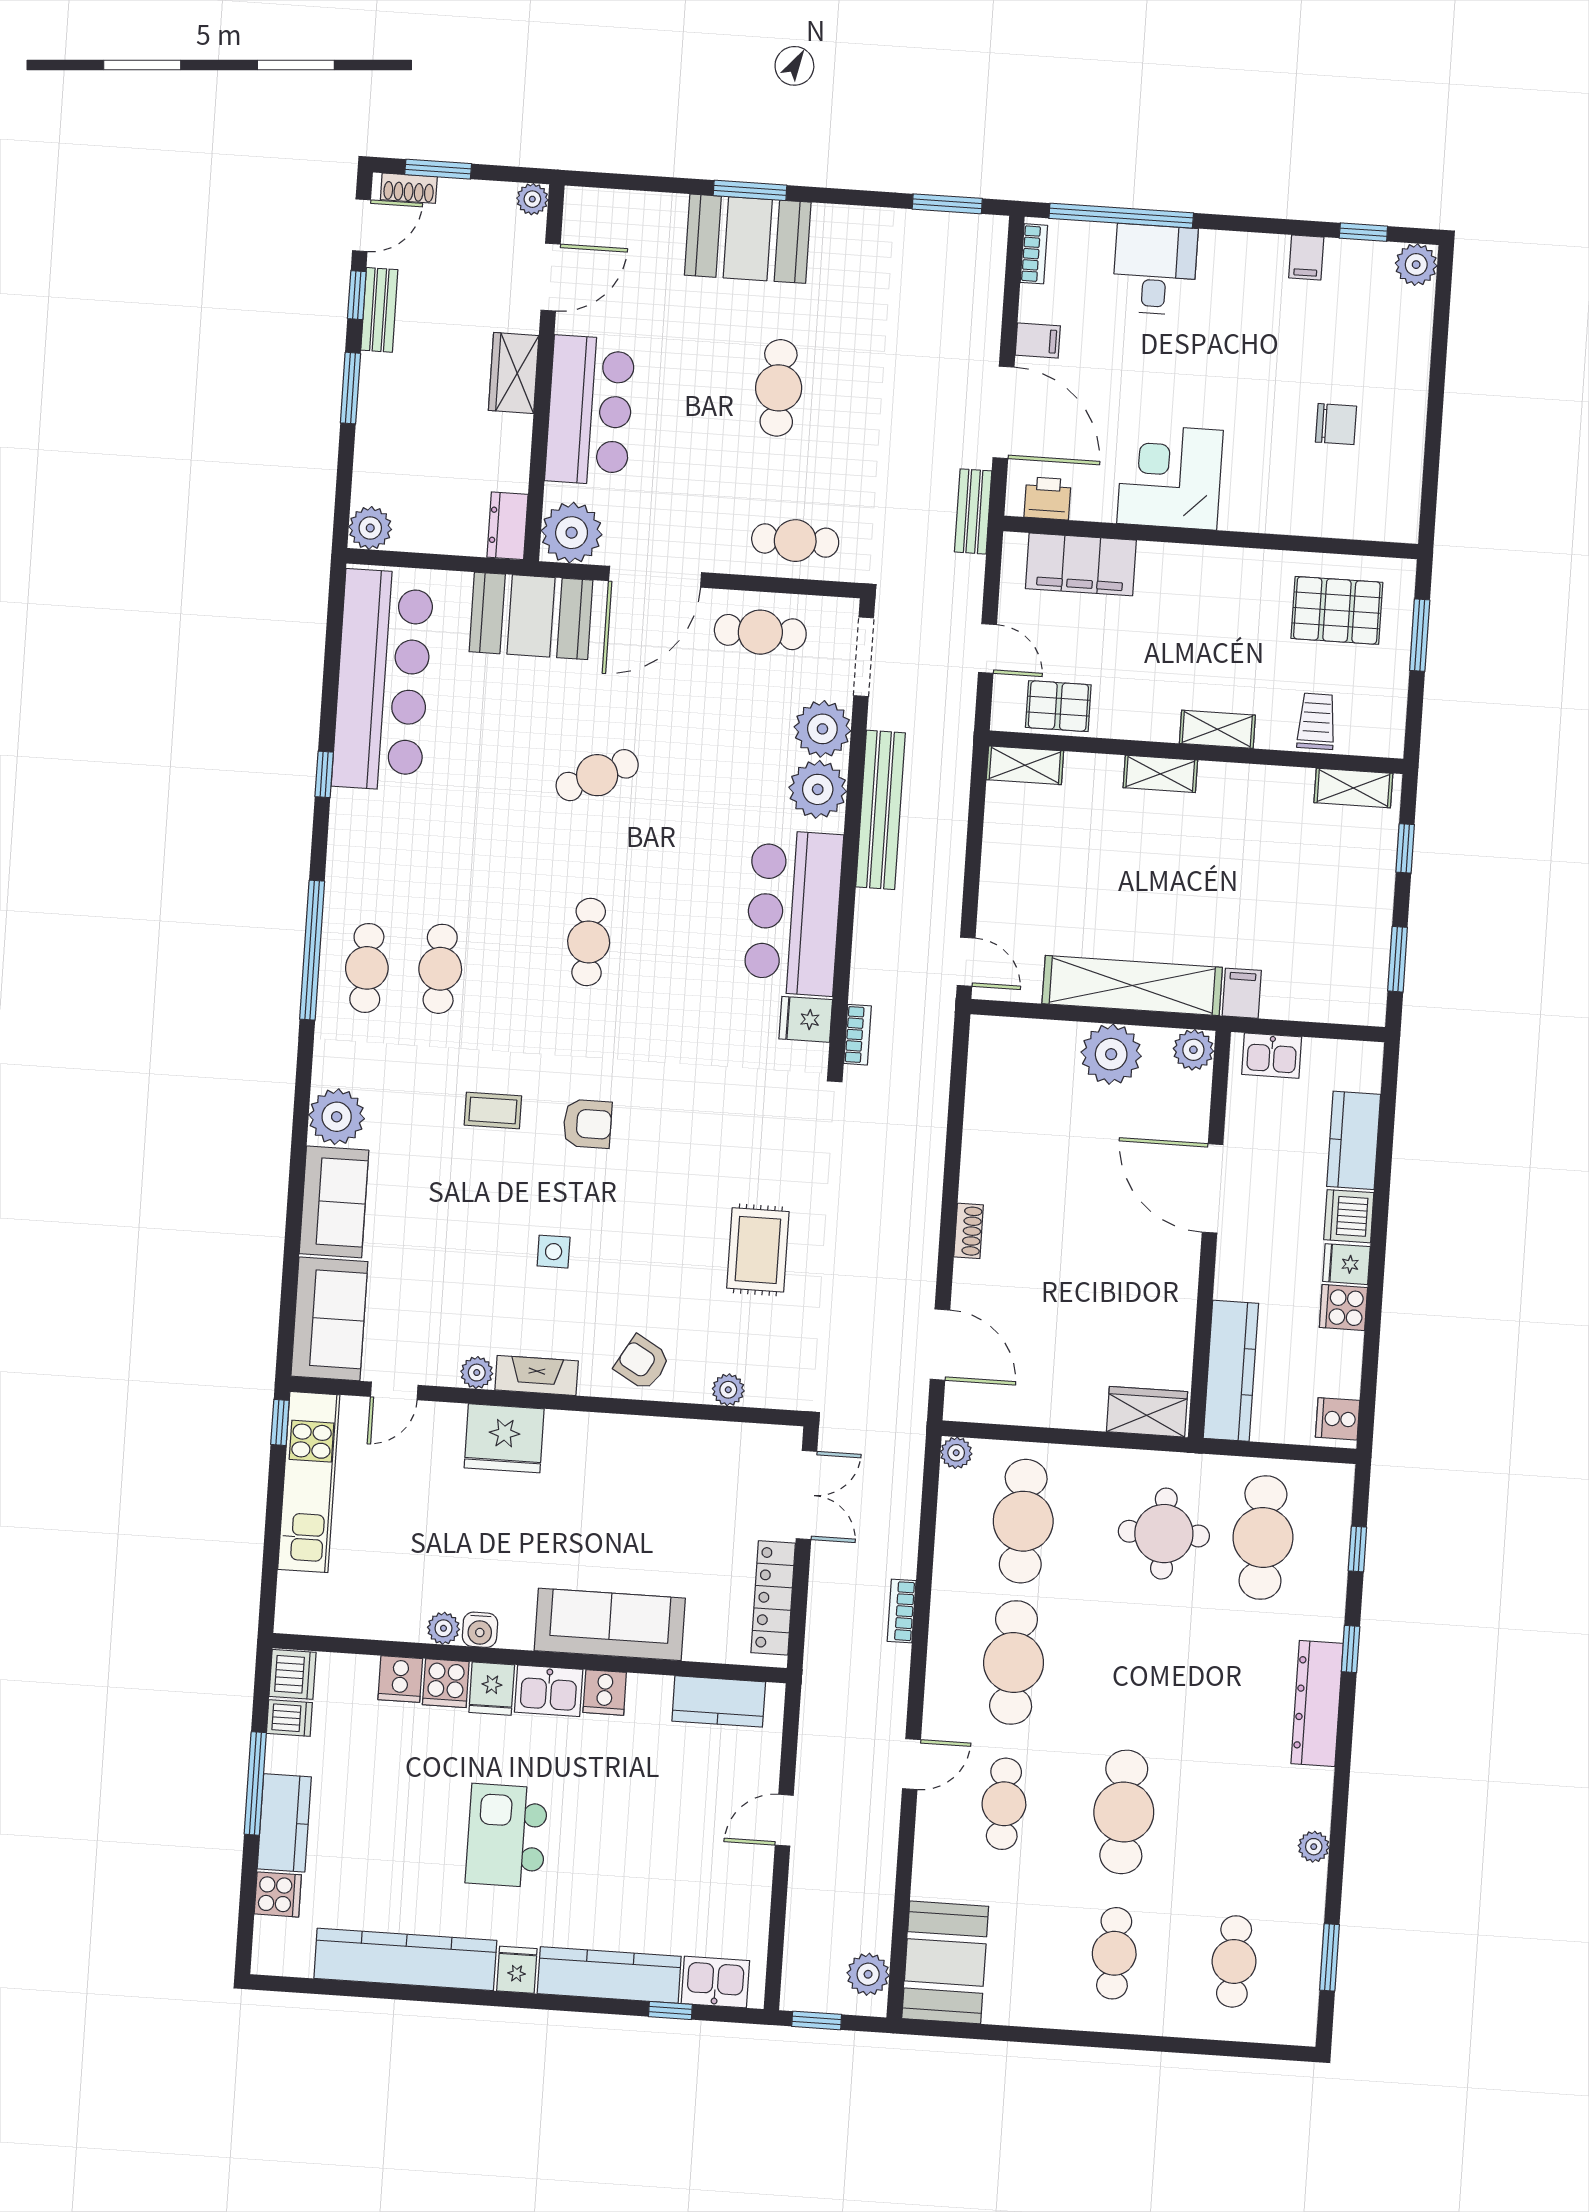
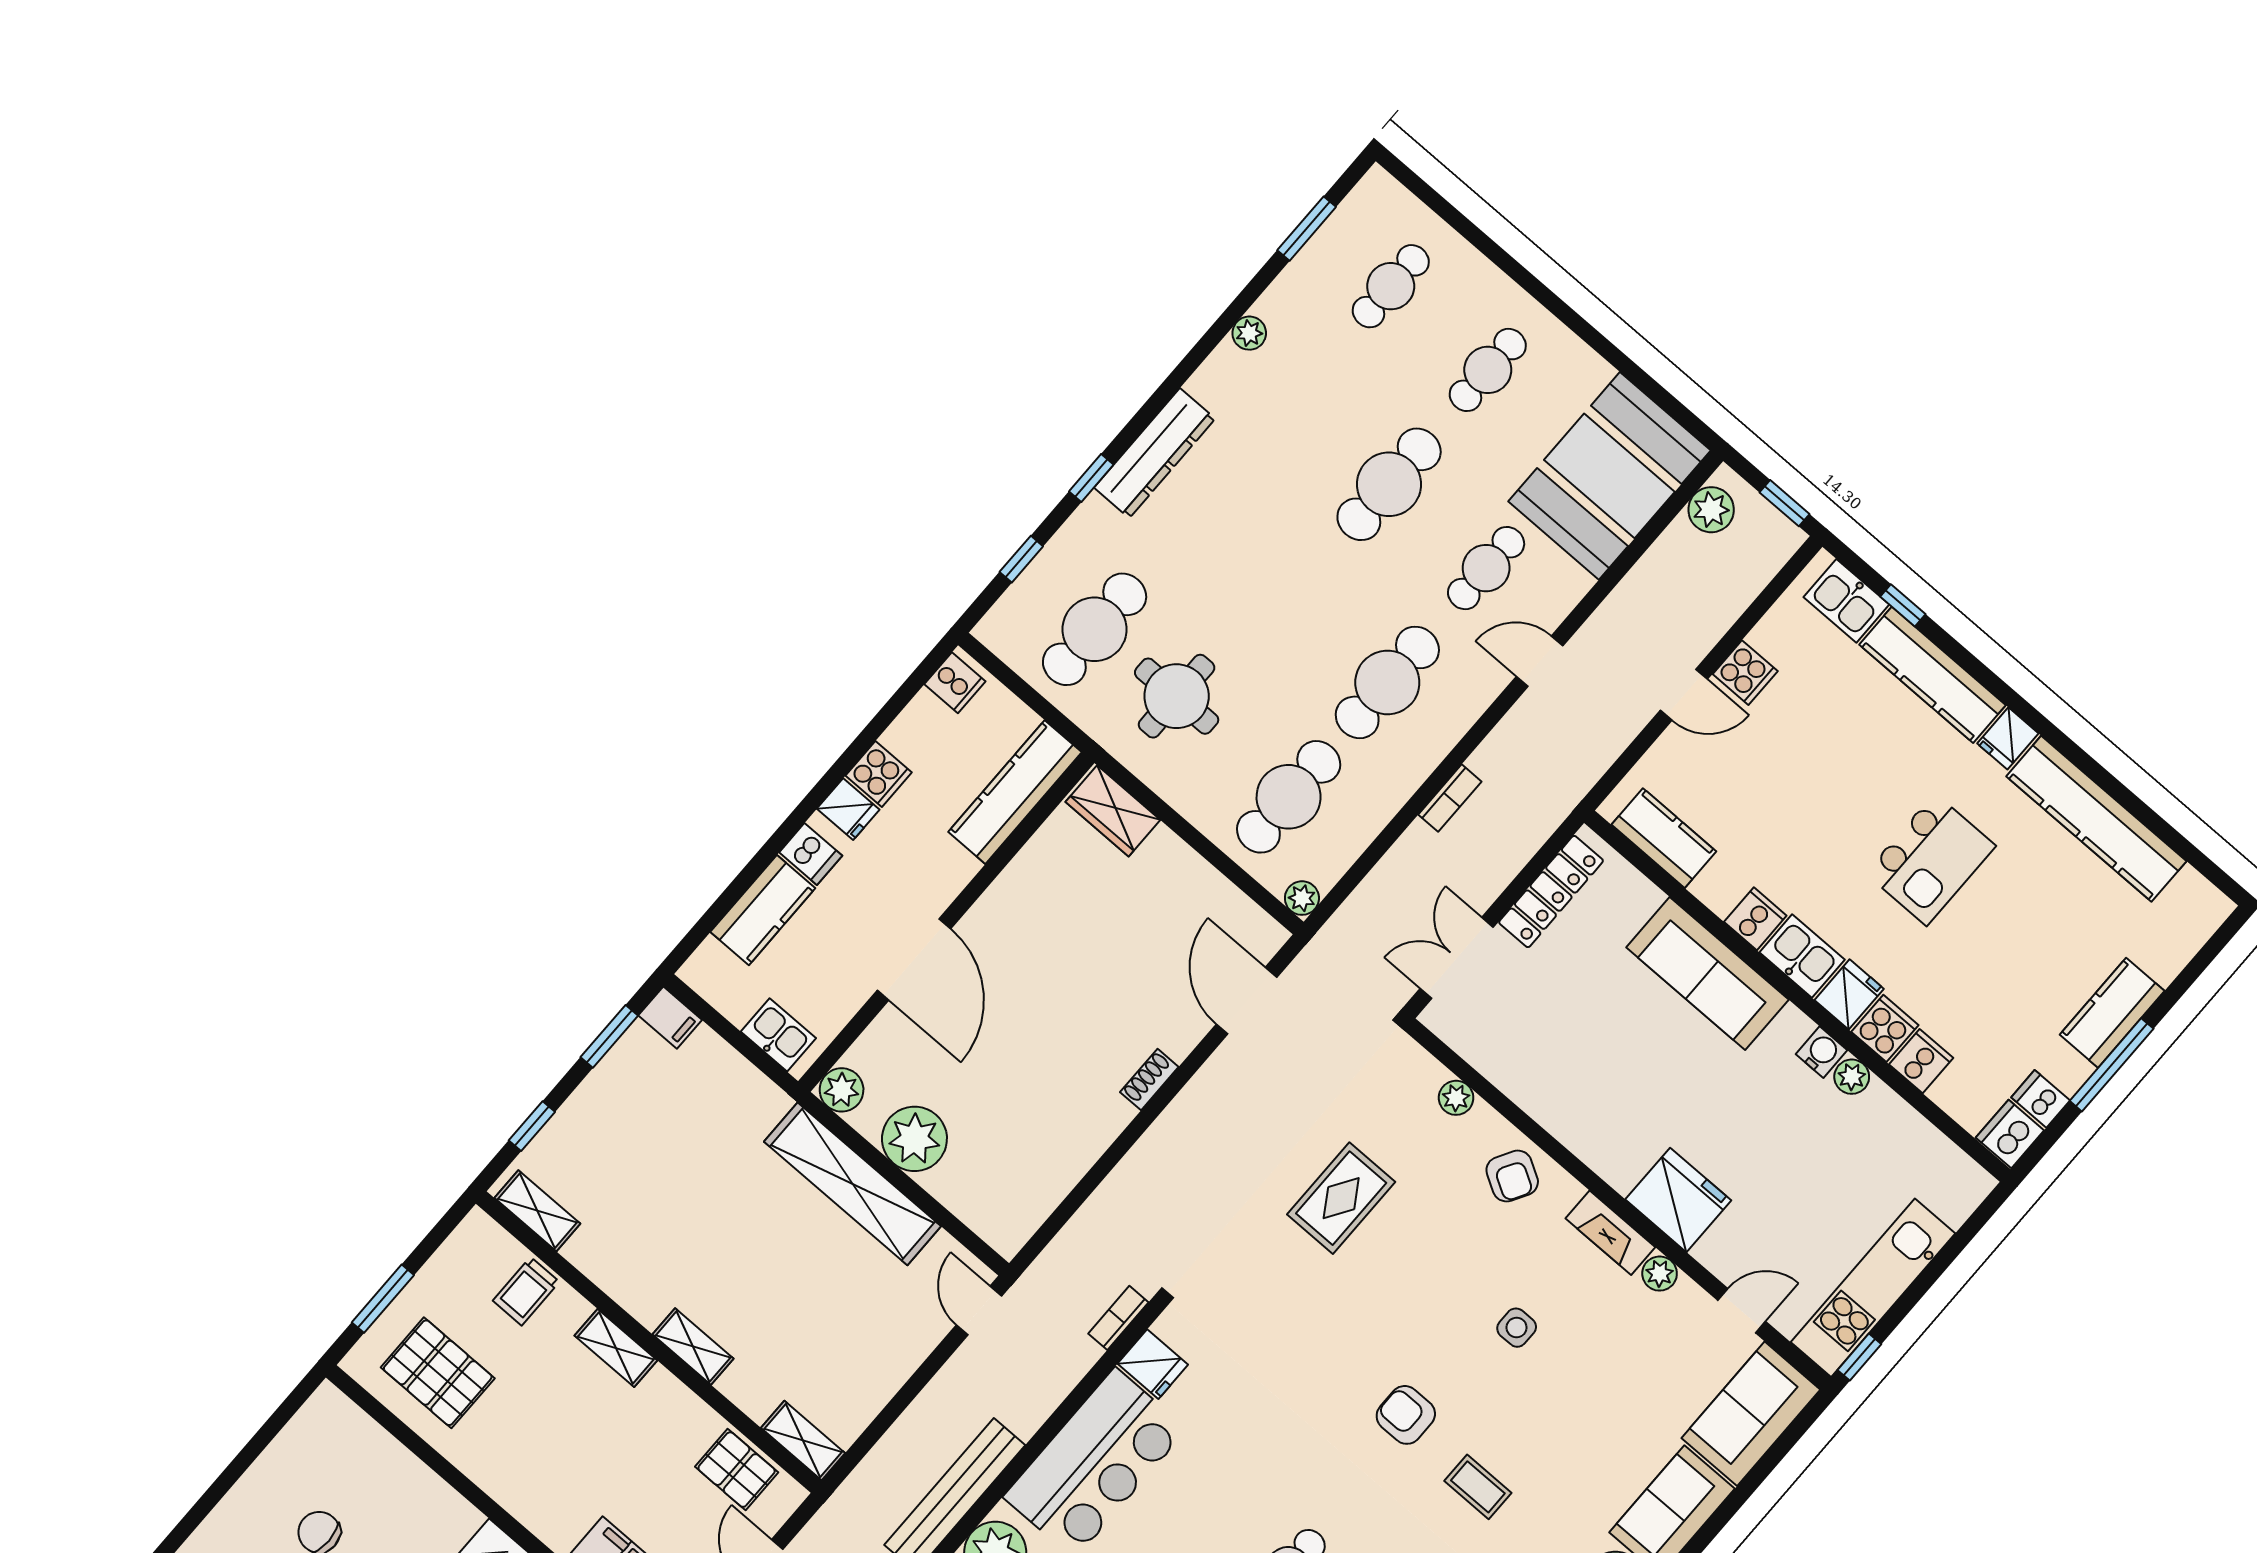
filing cabinet: (1242, 993) -> (670, 1018), moved, turned -90
dishwasher: (1349, 1216) -> (811, 854), width x0.73
cooker: (278, 1894) -> (1745, 673), moved, turned 180
booth: (945, 1962) -> (1609, 476), width x1.36, depth x1.42

